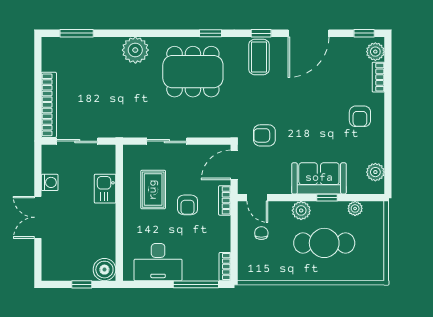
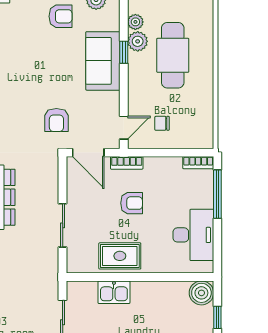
armchair: (360, 116) -> (61, 16), moved
rug: (153, 190) -> (120, 256), moved
plant: (301, 210) -> (138, 41), moved

